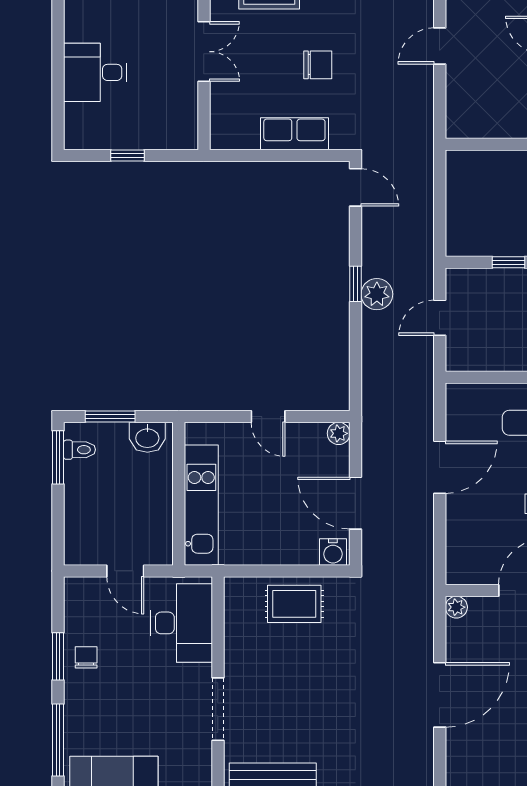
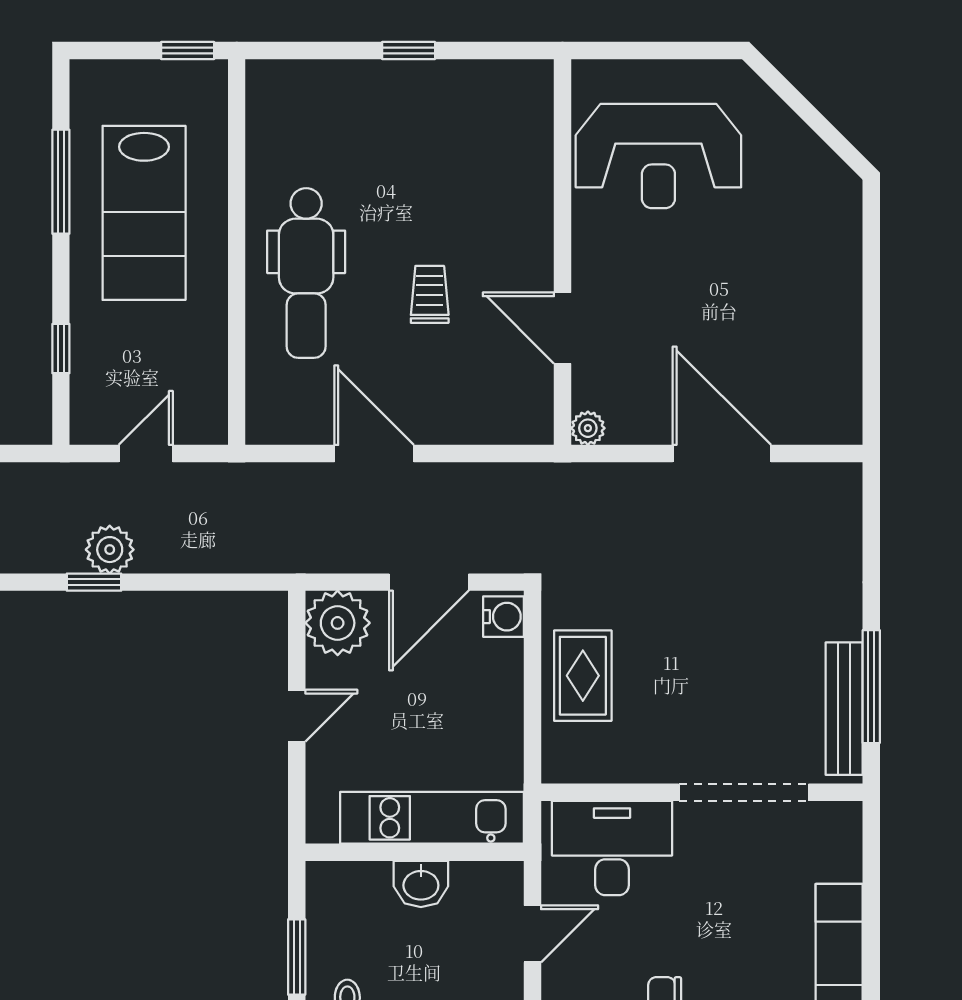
door: (440, 318) -> (146, 454), swing flipped
plant: (339, 433) -> (338, 623), width x1.87, depth x1.87
washbasin: (147, 437) -> (421, 884), moved, turned 90
doorway: (218, 709) -> (744, 792), width x1.36

